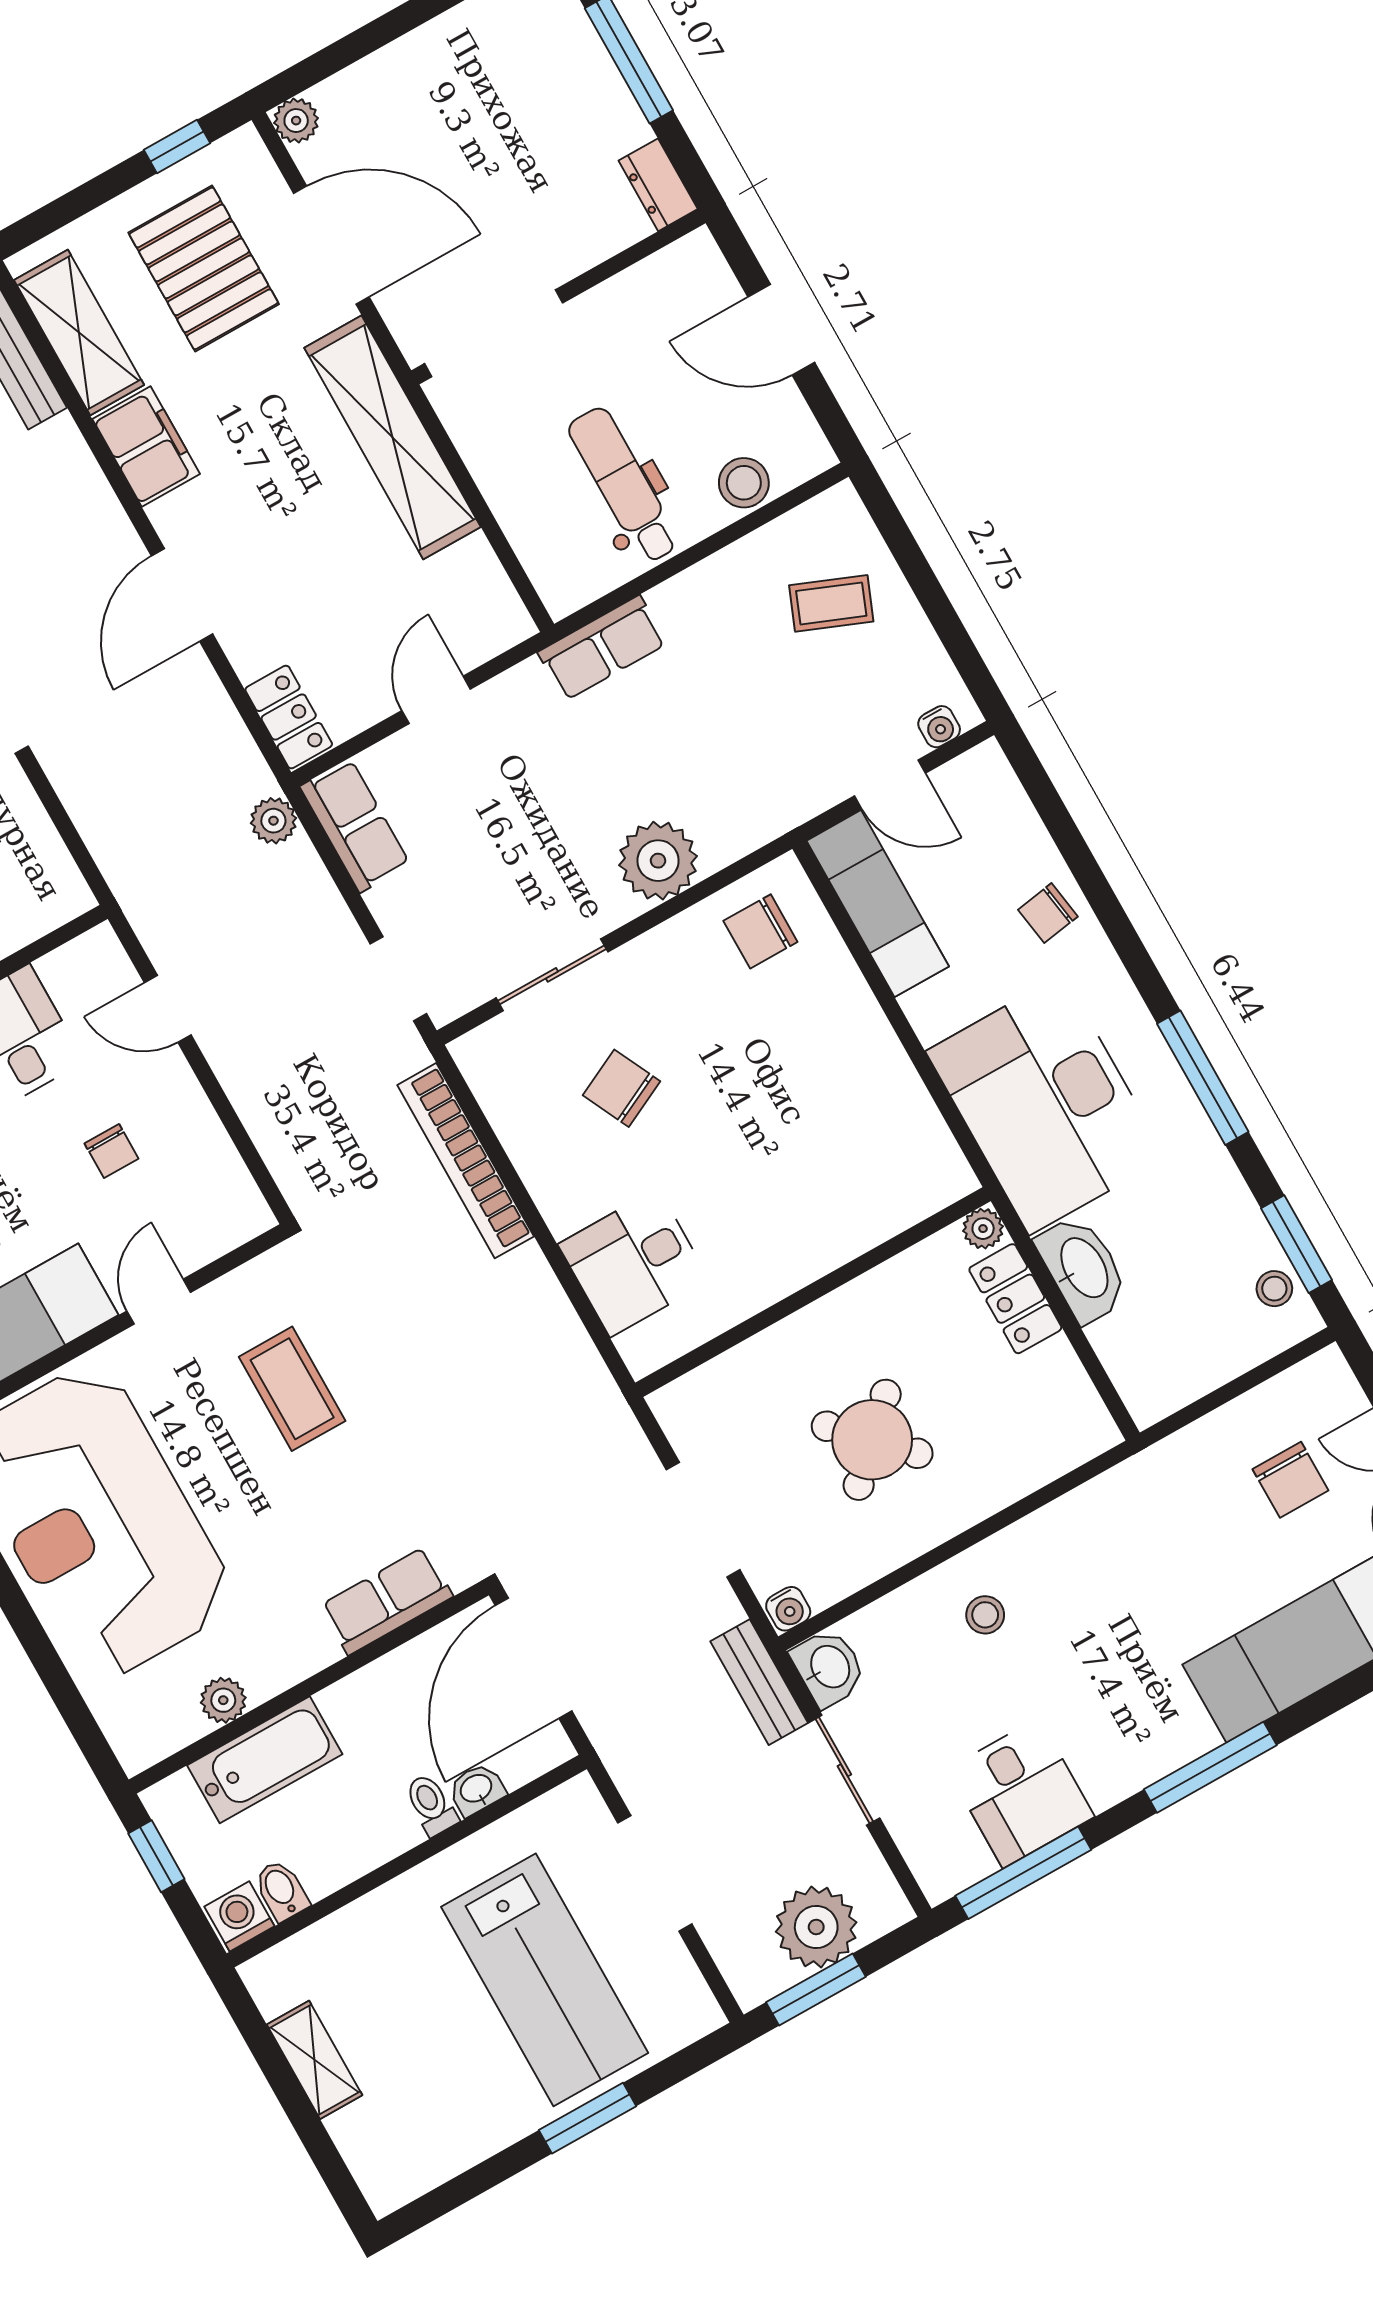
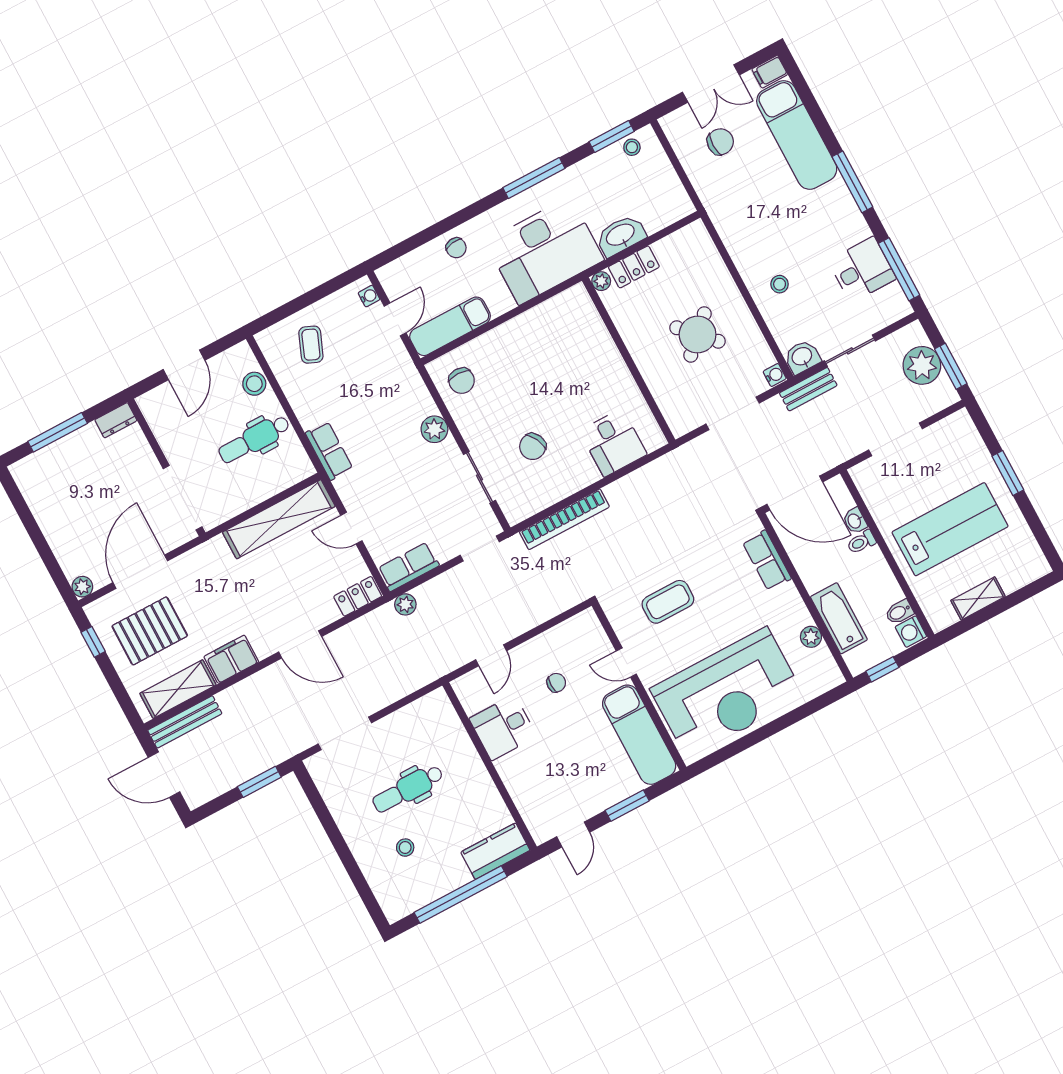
shelving: (392, 437) -> (279, 519), moved
plant: (658, 861) -> (434, 429), width x0.73, depth x0.73
lab bench: (545, 1980) -> (950, 529), moved

